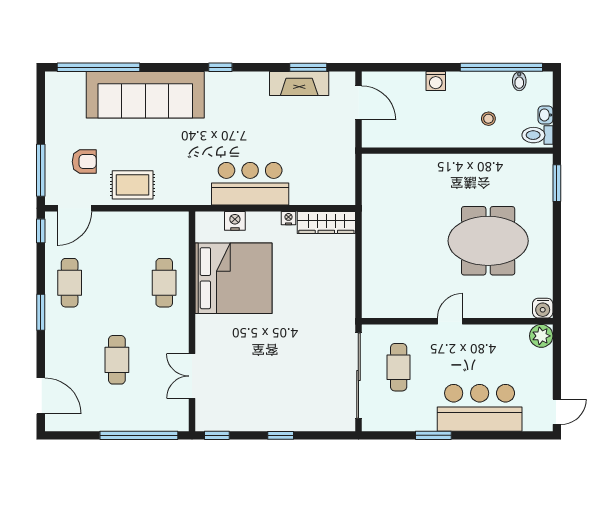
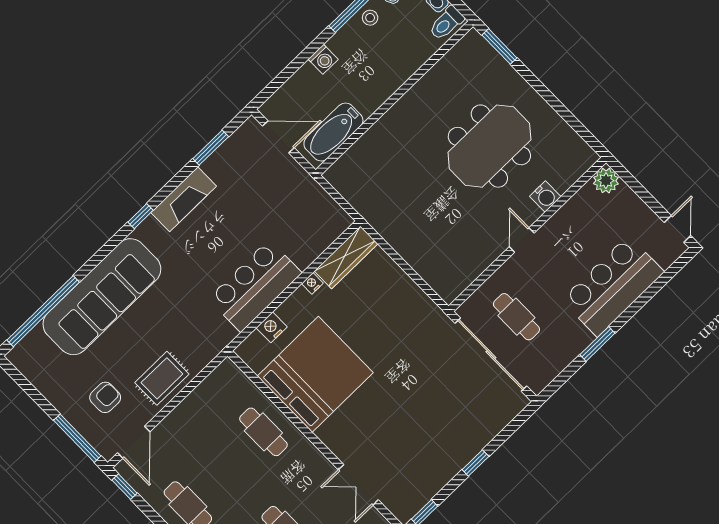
fireplace: (299, 84) -> (184, 199), moved
stool: (488, 119) -> (370, 18), moved
bathtub: (397, 134) -> (333, 132), added
water cooler: (543, 308) -> (545, 196), moved

